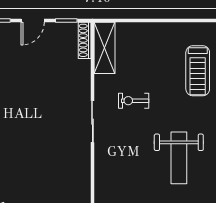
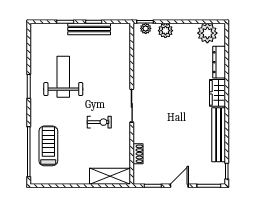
shoe rack: (85, 40) -> (138, 154), moved, width x0.70
shelving: (104, 48) -> (110, 176), moved, turned 90

